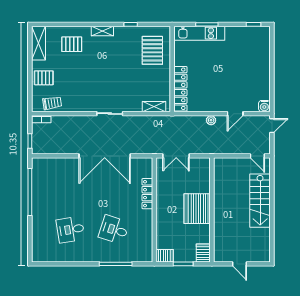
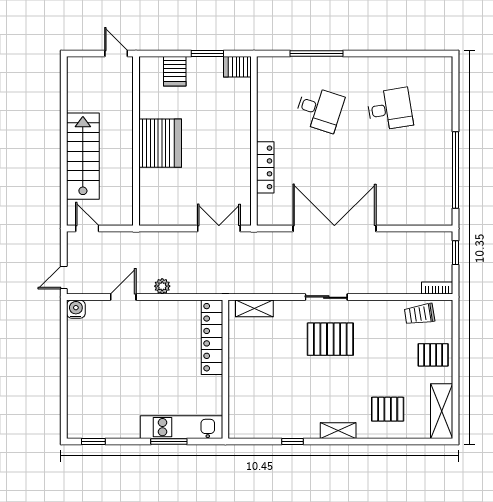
pallet: (152, 50) -> (330, 339), moved, turned 90
server rack: (197, 209) -> (160, 143), moved
wall: (212, 210) -> (136, 141), moved

